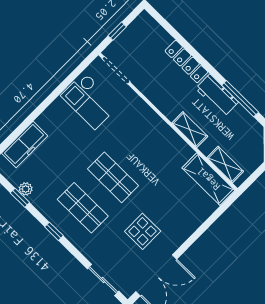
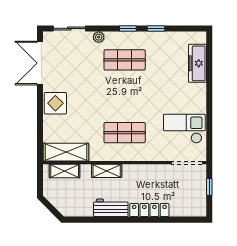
window: (240, 99) -> (95, 220), removed
shop shelf: (113, 177) -> (125, 133), moved
plant: (26, 189) -> (99, 37), moved
window: (20, 198) -> (156, 28), moved
display table: (143, 231) -> (55, 103), moved

